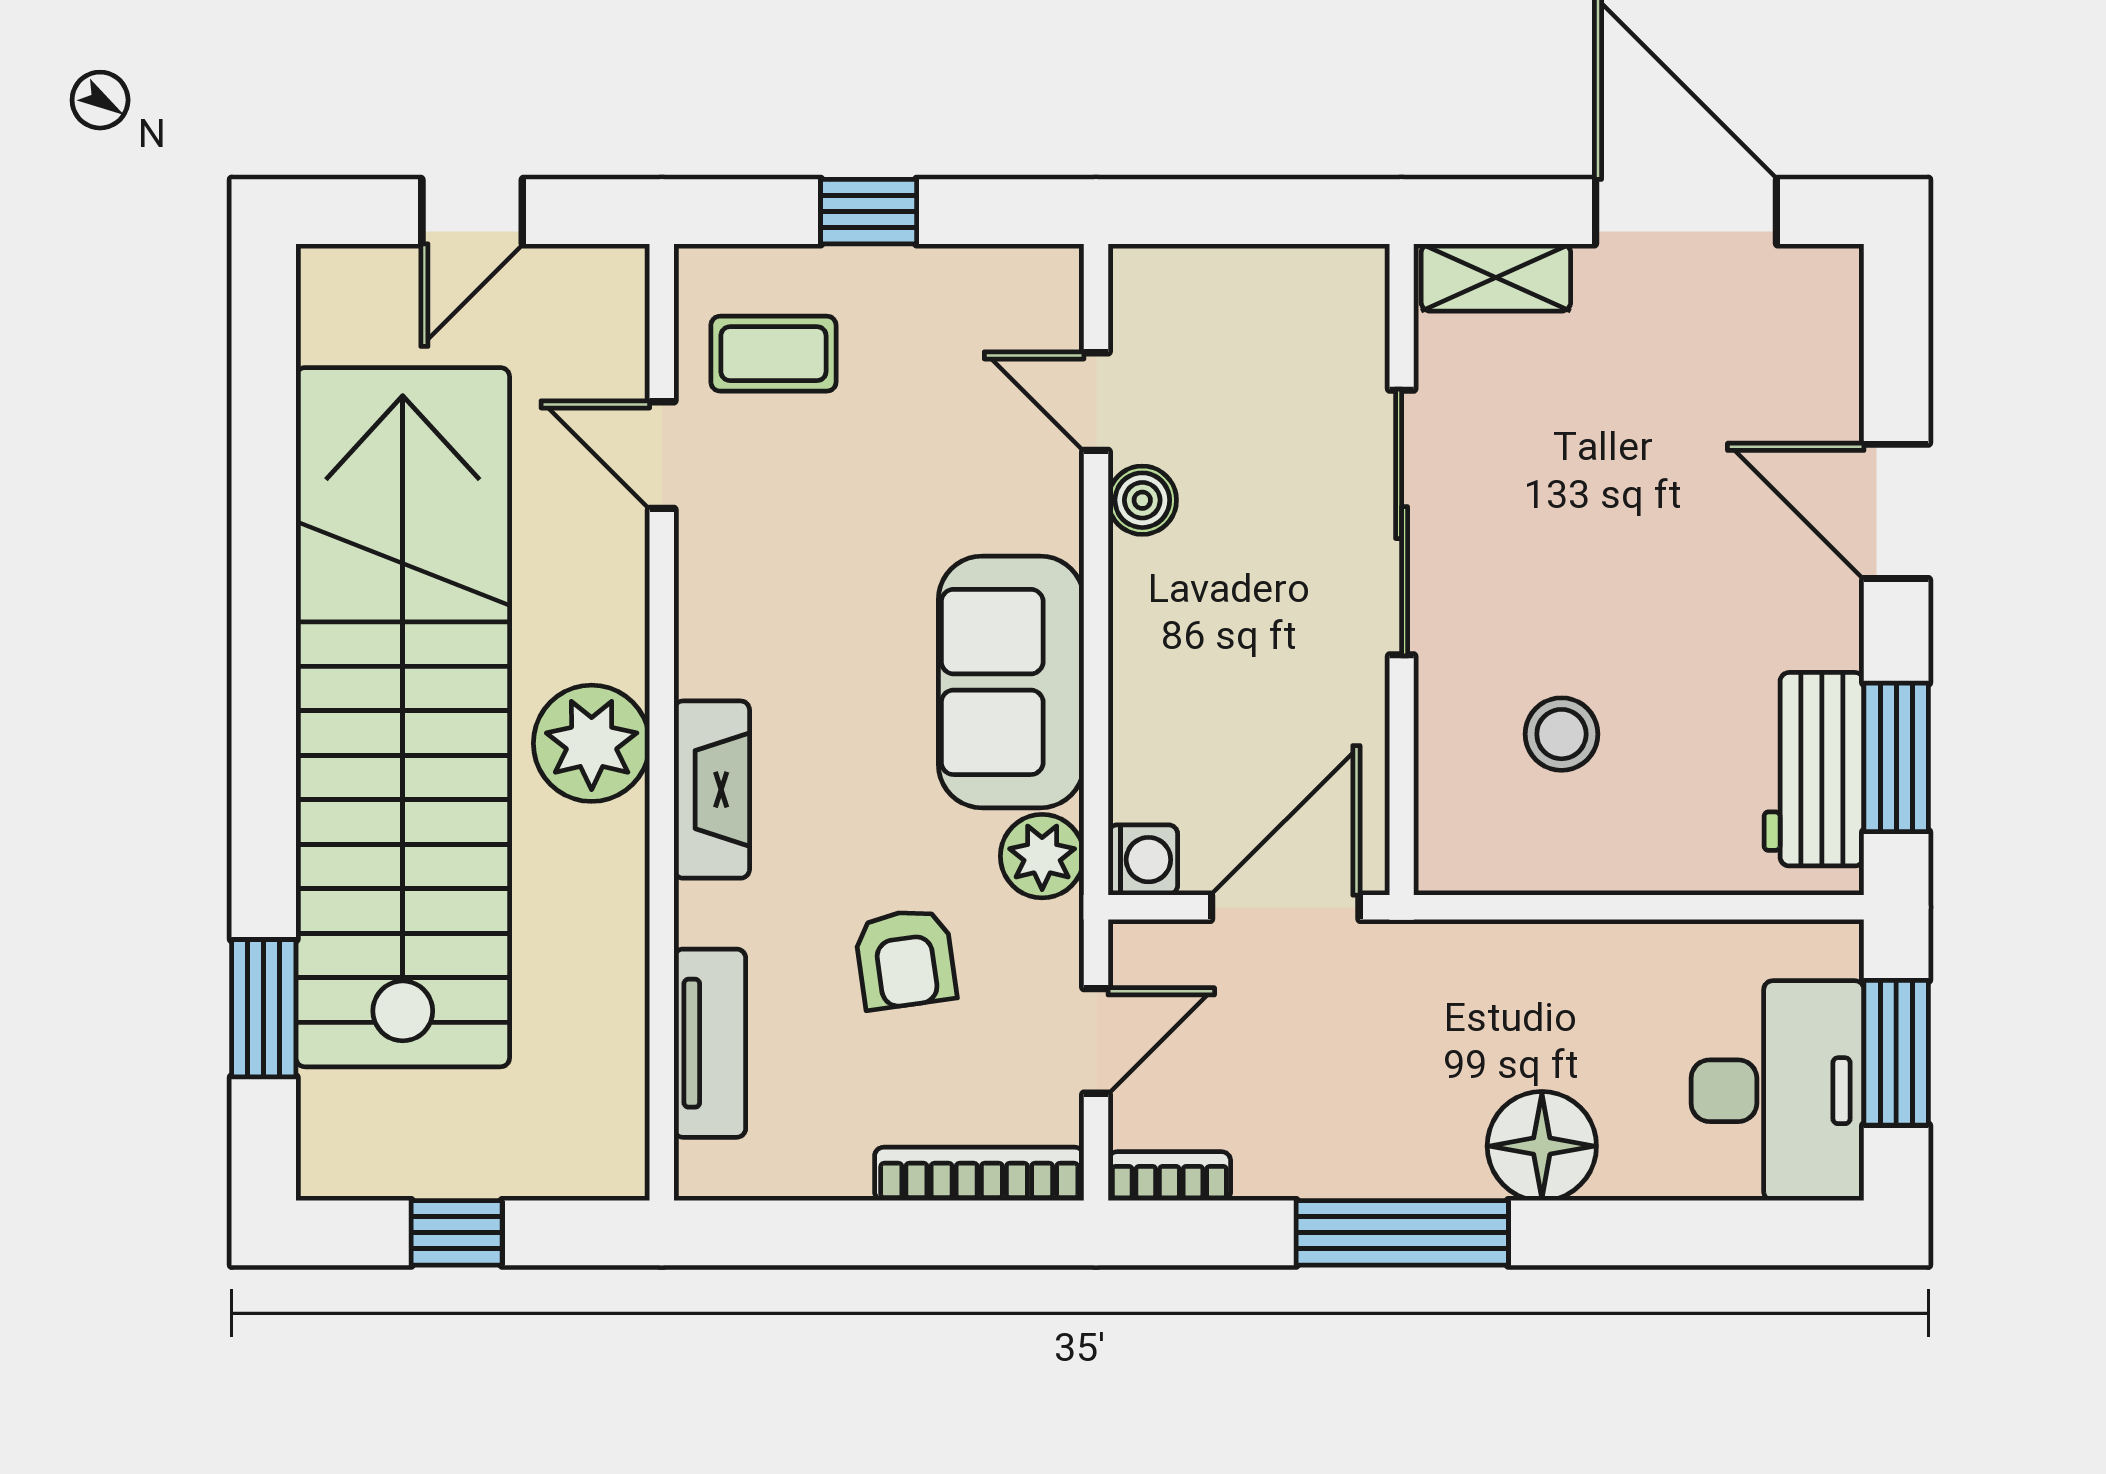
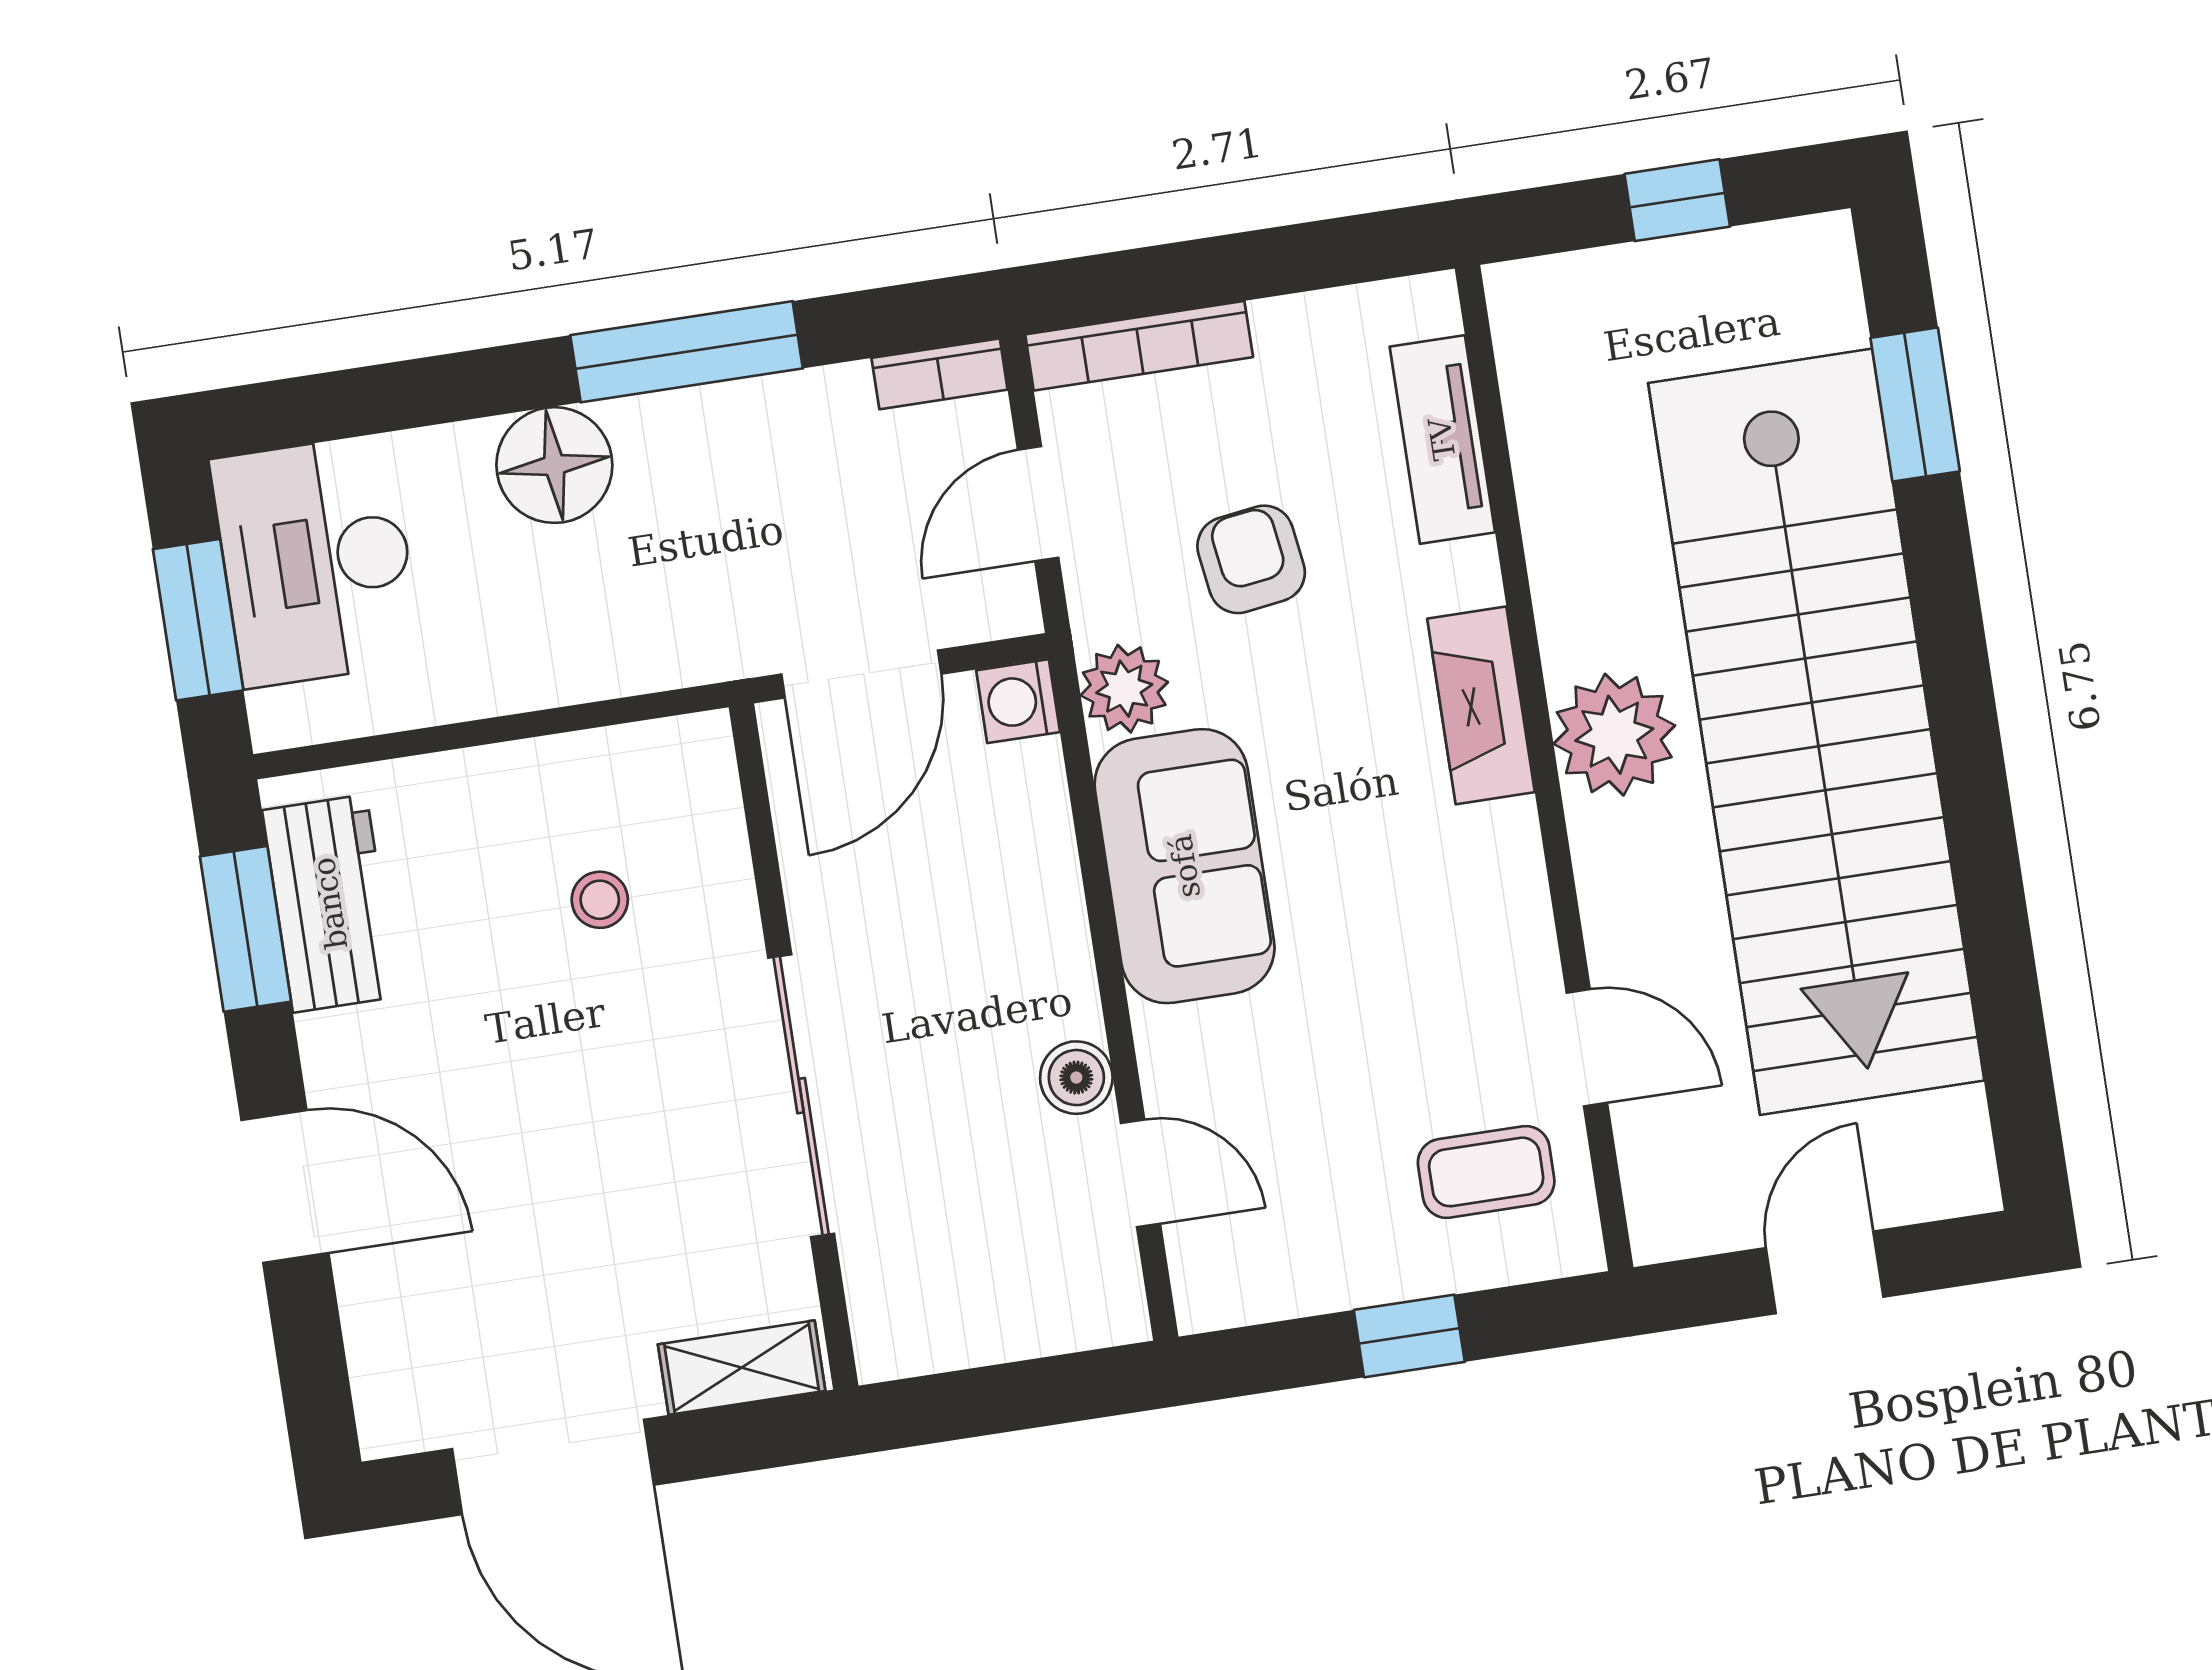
stool: (1561, 734) -> (600, 900), width x0.73, depth x0.73

